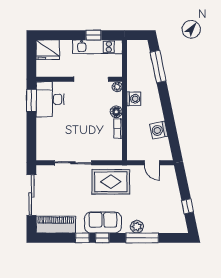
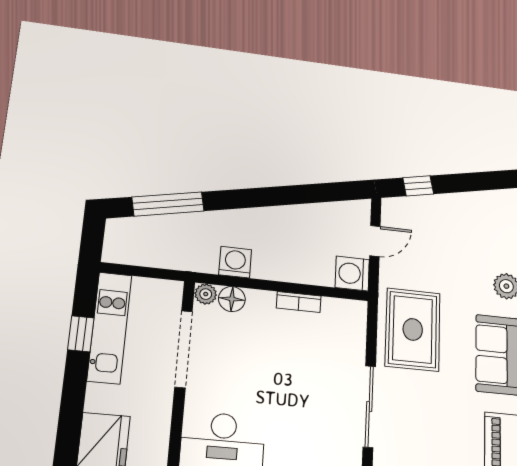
floor lamp: (116, 112) -> (232, 299), moved
washing machine: (159, 130) -> (352, 273), moved, turned 102
window: (188, 206) -> (418, 186), moved

